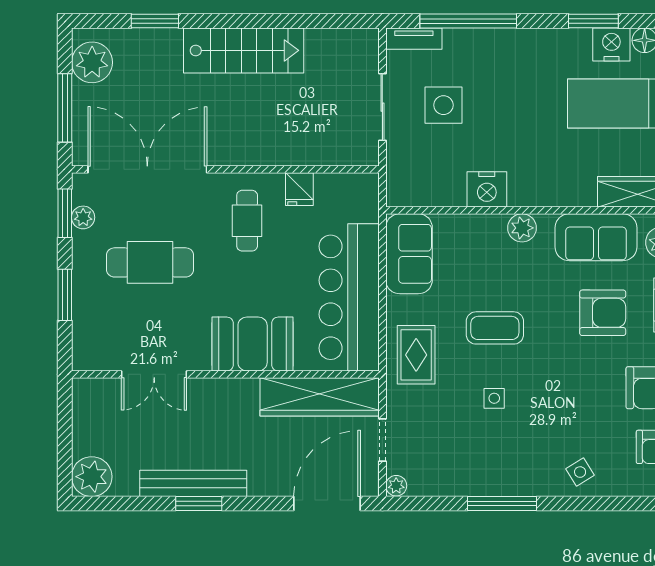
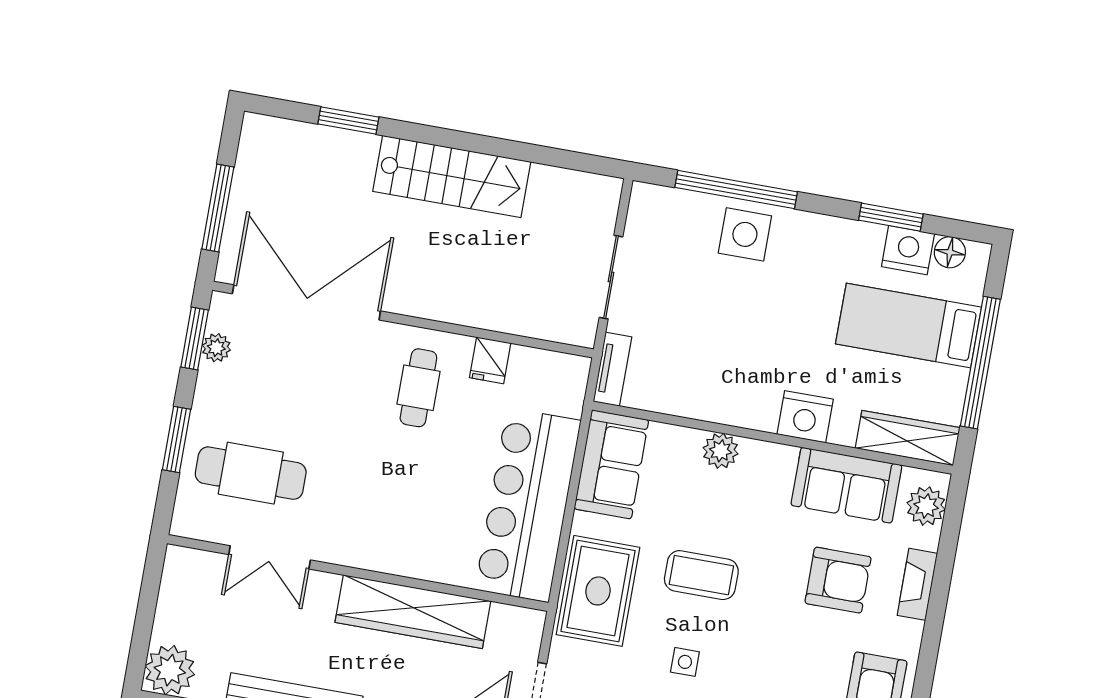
tv unit: (414, 39) -> (612, 369), moved, turned -90
plant: (92, 62) -> (262, 158), removed
side table: (443, 105) -> (745, 234), moved
nightstand: (487, 189) -> (805, 417), moved
plant: (522, 228) -> (721, 451), moved
cafe table: (150, 262) -> (251, 473), moved
booth: (253, 344) -> (398, 541), removed
rug: (416, 355) -> (598, 591), width x1.36, depth x1.43
wardrobe: (320, 397) -> (413, 612), moved

